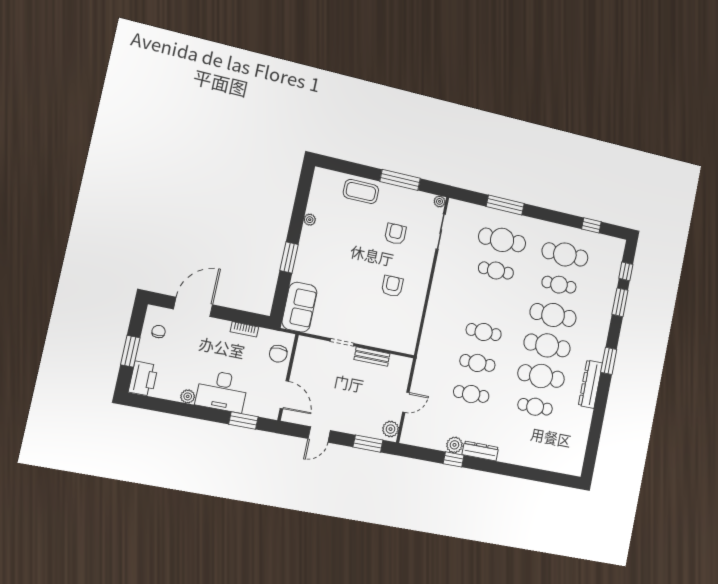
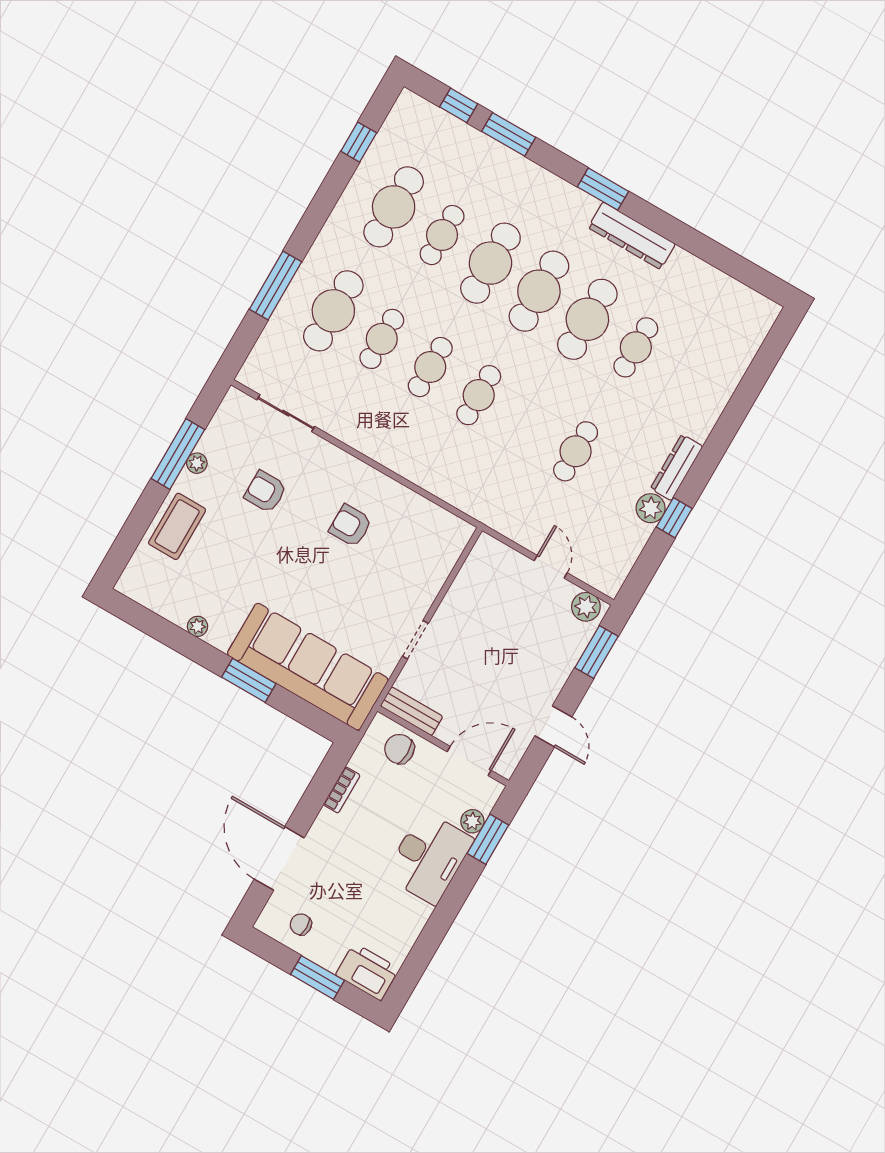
plant: (440, 201) -> (197, 463), moved
sofa: (299, 307) -> (308, 667), width x1.85, depth x1.27
chair: (278, 354) -> (399, 749), turned 180
bench: (372, 357) -> (412, 711), moved, turned 90
cafe table: (477, 363) -> (430, 367), moved
plant: (188, 396) -> (472, 821), moved

